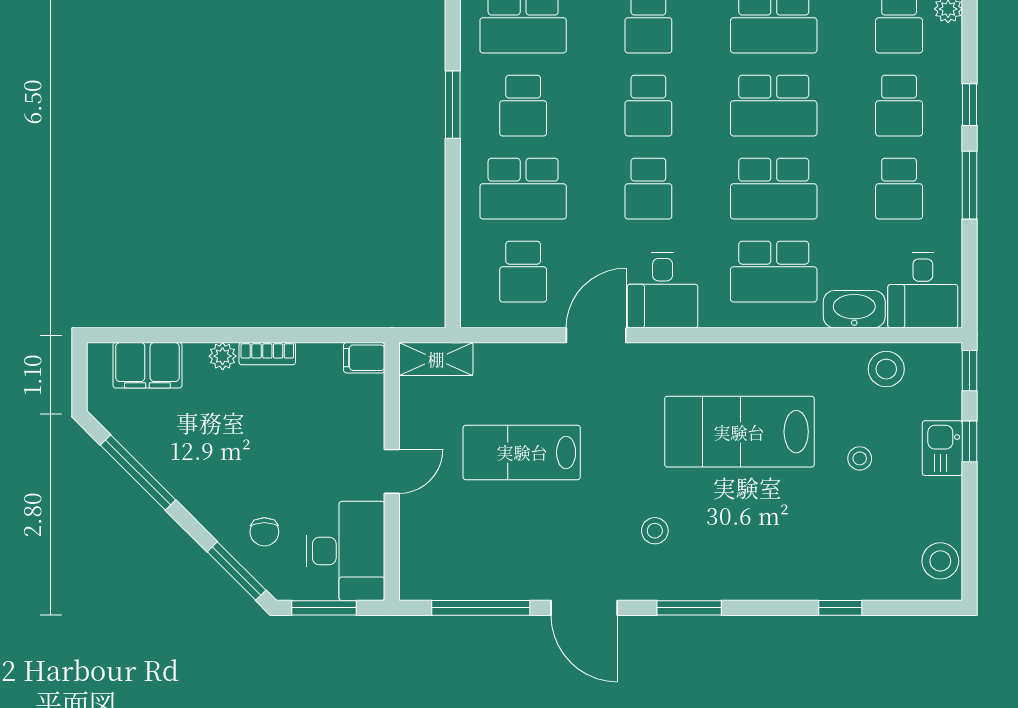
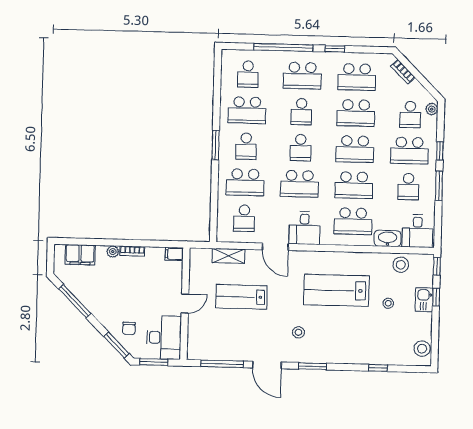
school desk: (899, 106) -> (409, 150), width x1.85
school desk: (648, 189) -> (300, 184), width x1.85
door: (596, 335) -> (275, 247), swing flipped
shelving: (436, 359) -> (229, 256), moved

